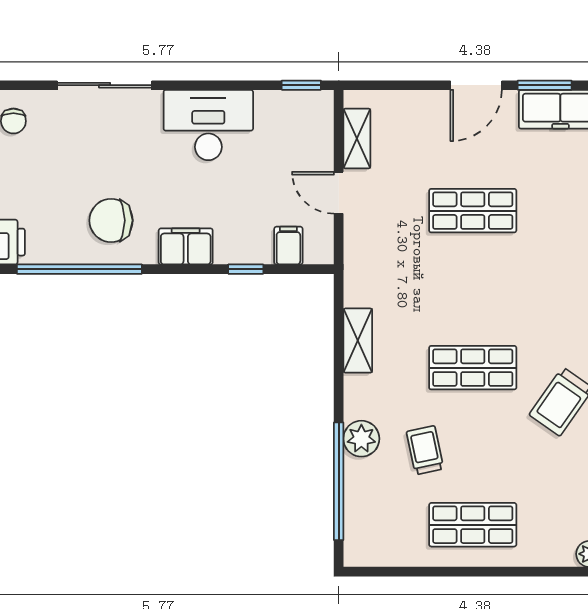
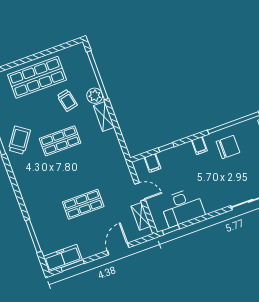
door: (476, 85) -> (118, 249), moved
desk: (208, 125) -> (182, 207), moved
filing cabinet: (186, 246) -> (199, 146), width x0.50
shelving: (358, 341) -> (104, 116), moved
shop shelf: (473, 525) -> (37, 77), width x1.43, depth x1.36

